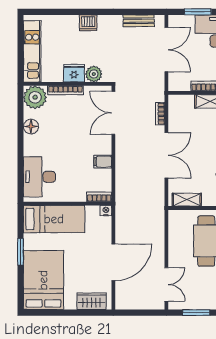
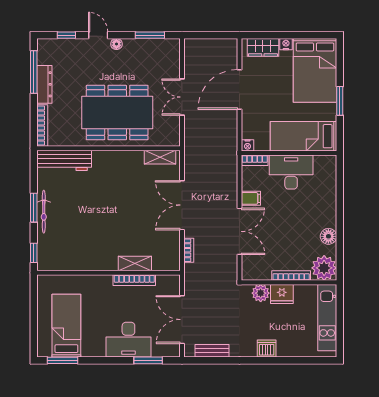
double door: (113, 113) -> (239, 231), moved
desk: (39, 177) -> (291, 172), moved, turned -90
double door: (166, 284) -> (182, 97), moved
nightstand: (70, 304) -> (286, 44), added

